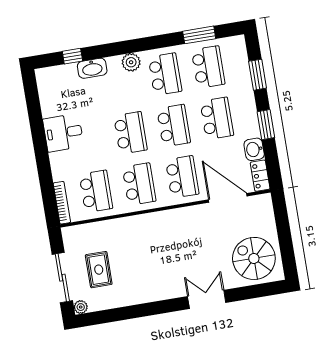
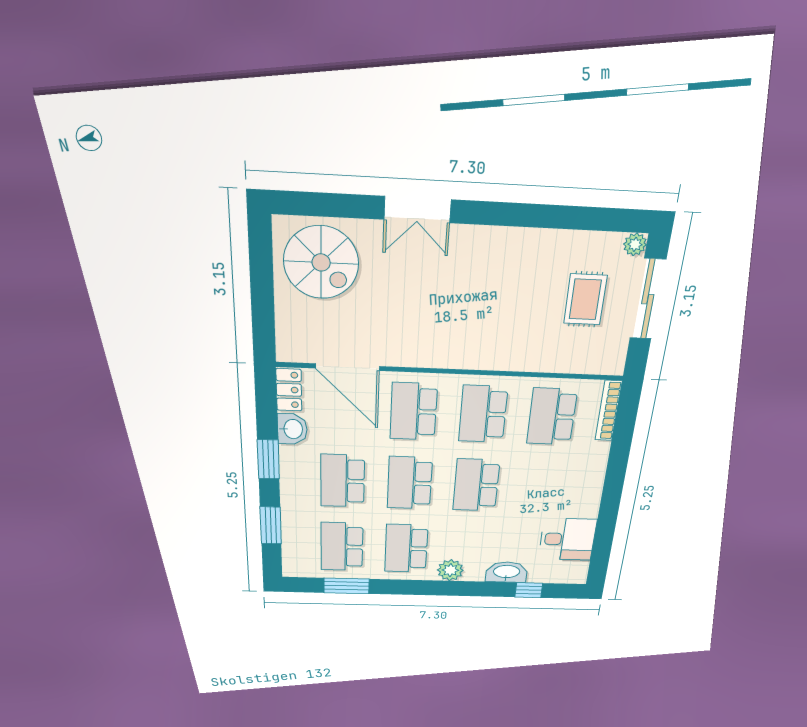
desk: (63, 133) -> (567, 539), moved

